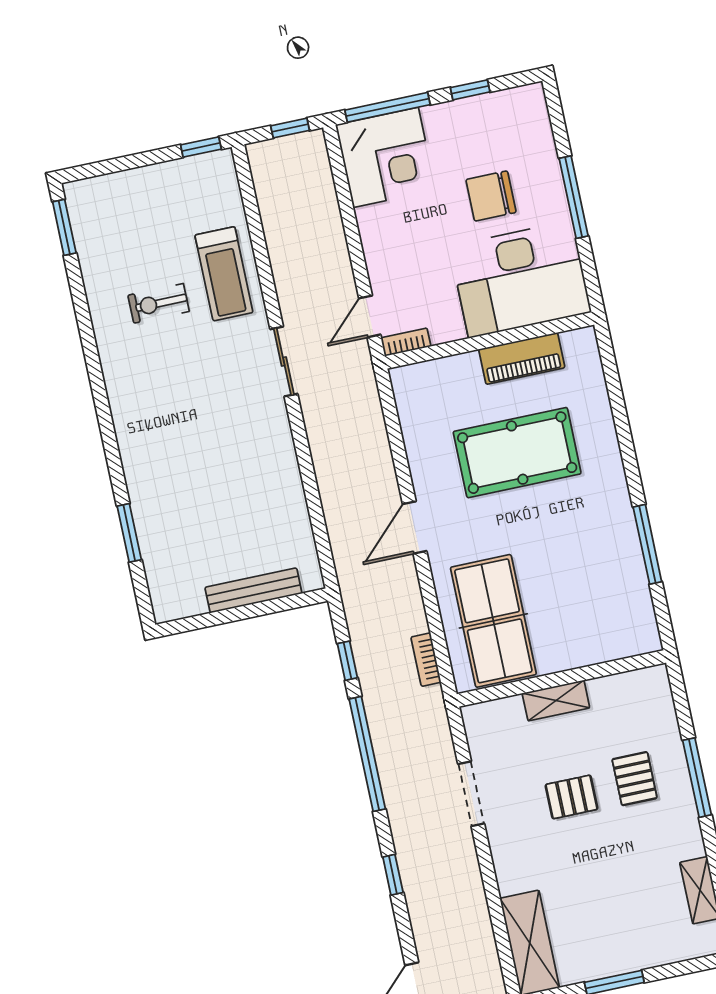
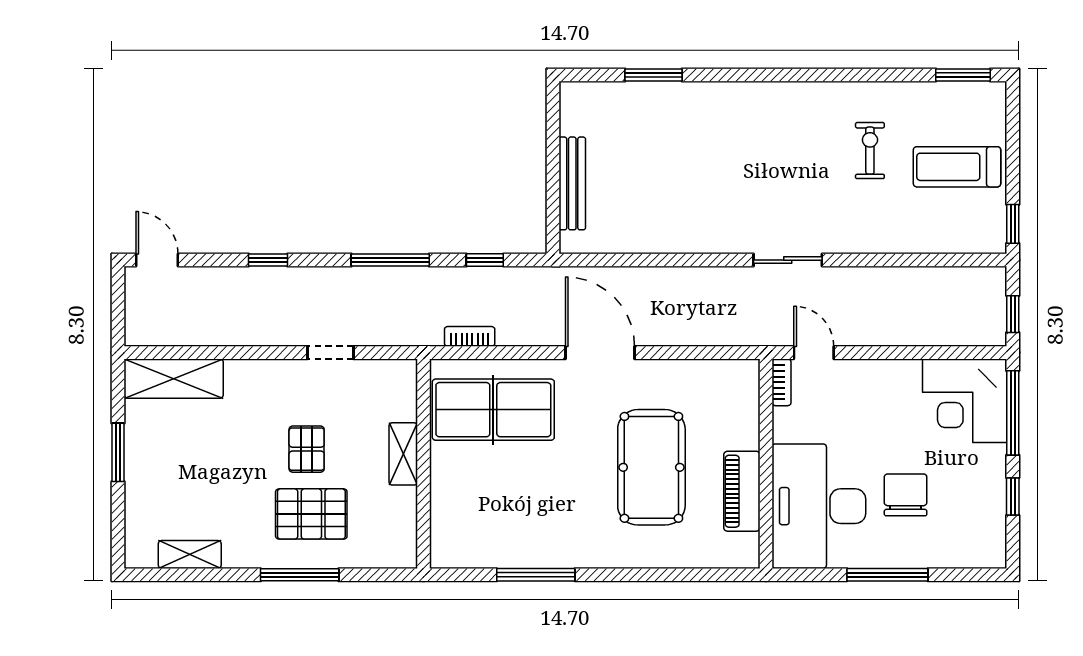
treadmill: (224, 274) -> (957, 167), moved
door: (415, 527) -> (600, 353), width x1.36
window: (367, 754) -> (390, 260), width x0.68
pallet: (635, 779) -> (311, 514), width x1.50, depth x1.42
doorway: (471, 794) -> (330, 353), width x0.73

